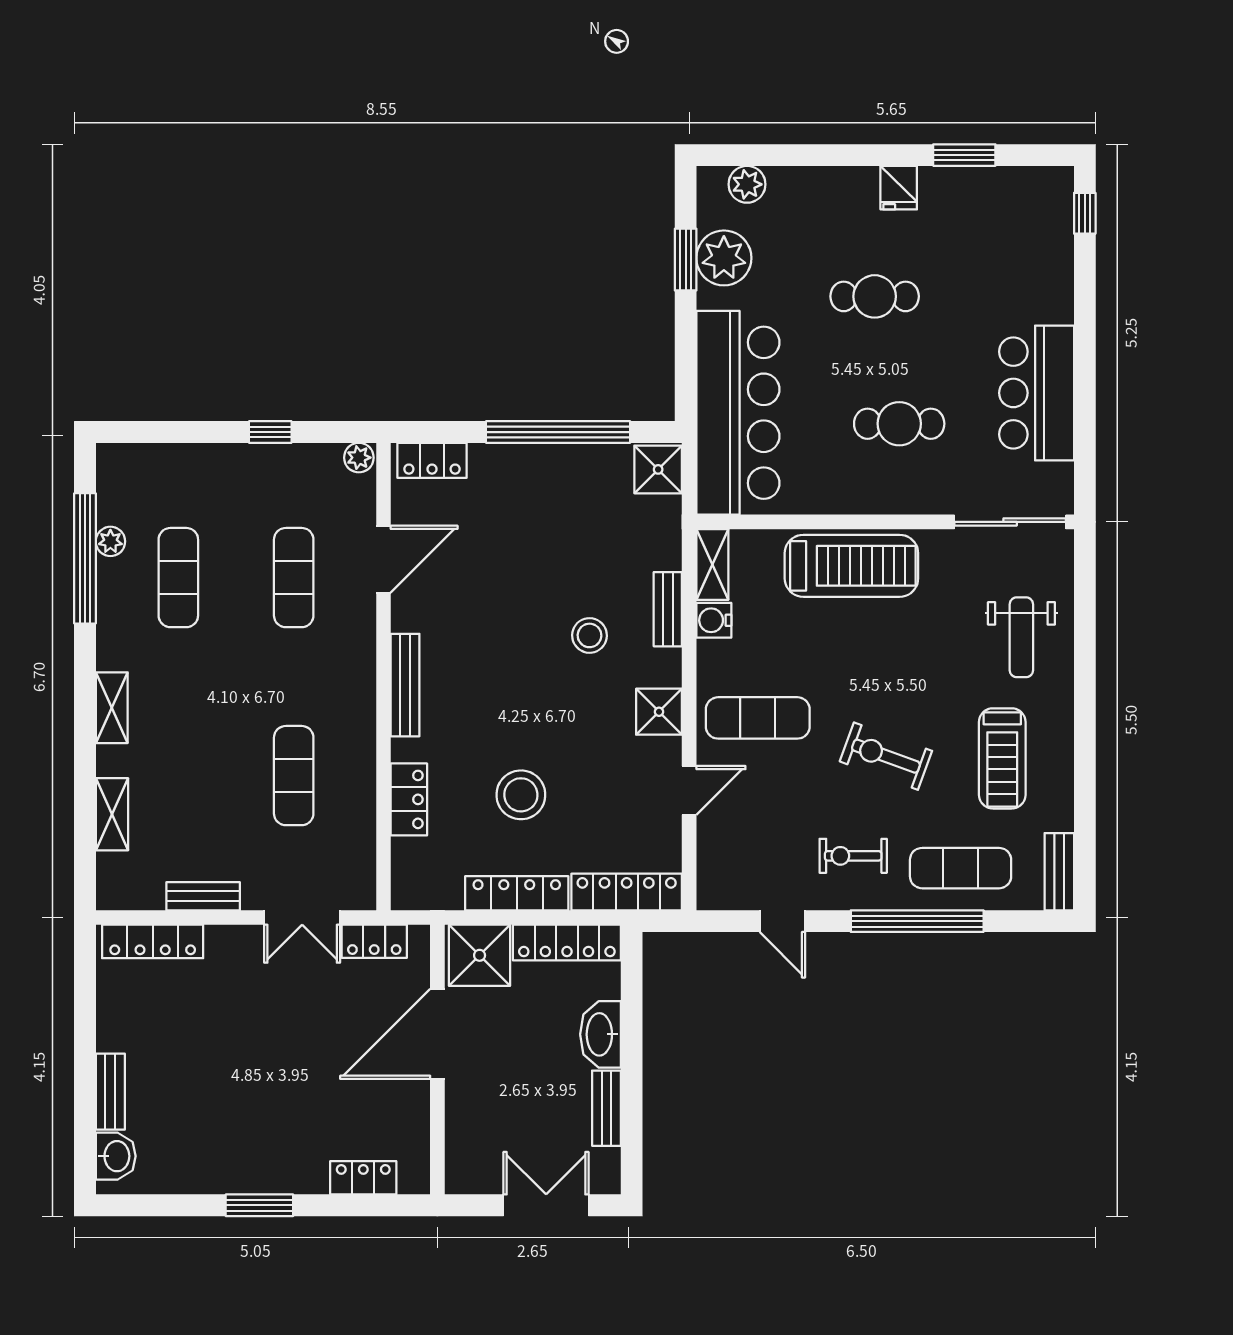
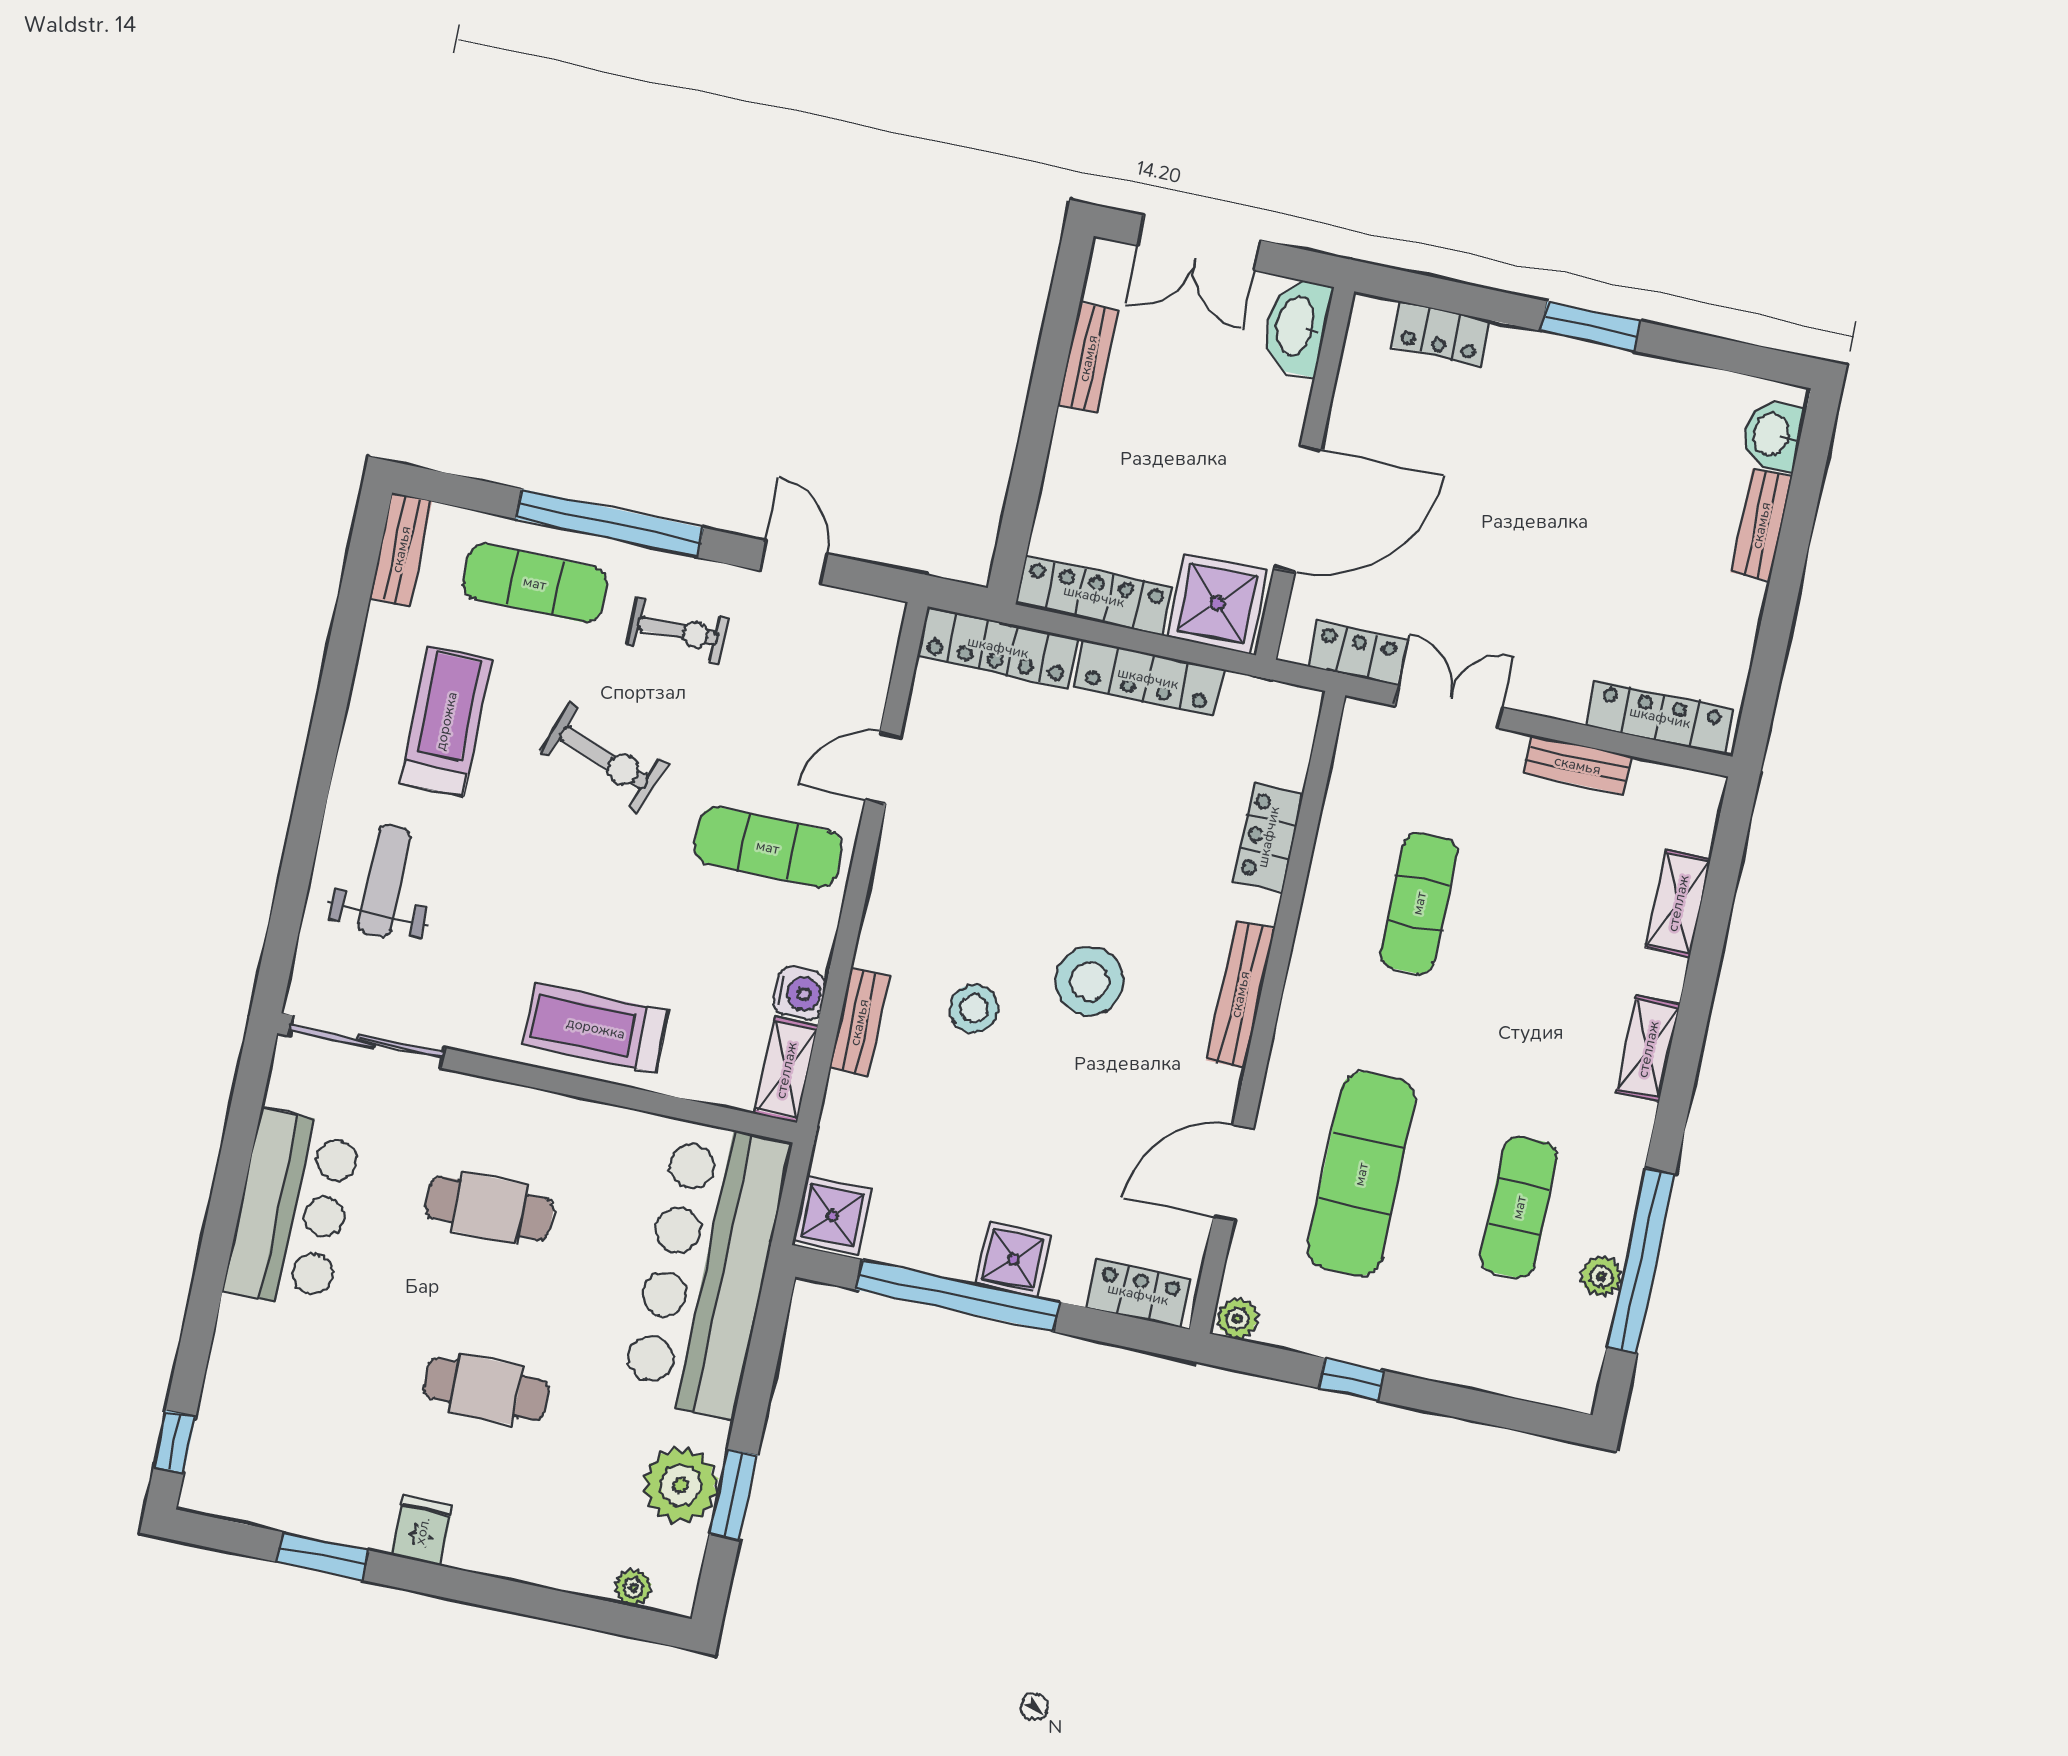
plant: (747, 184) -> (633, 1588), width x0.73, depth x0.73
treadmill: (851, 566) -> (596, 1028), width x0.73, depth x0.73
exercise mat: (294, 578) -> (1361, 1174), width x1.36, depth x1.45
shower: (659, 712) -> (1013, 1259), moved
stool: (521, 795) -> (1089, 981), moved
washbasin: (601, 1034) -> (1297, 327), moved, turned 180

